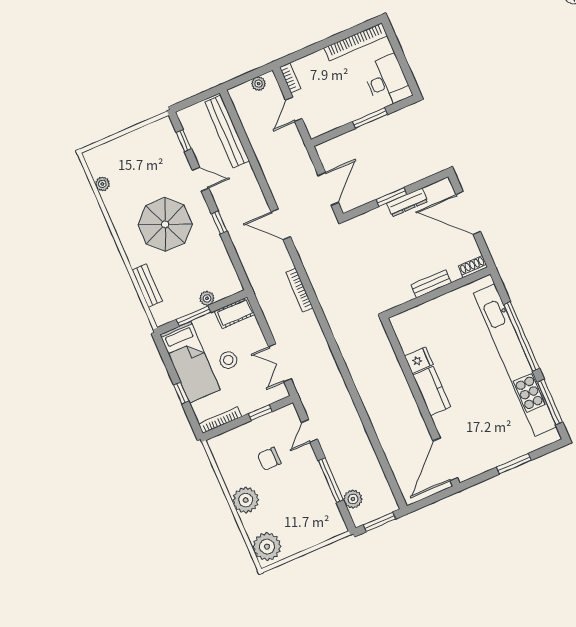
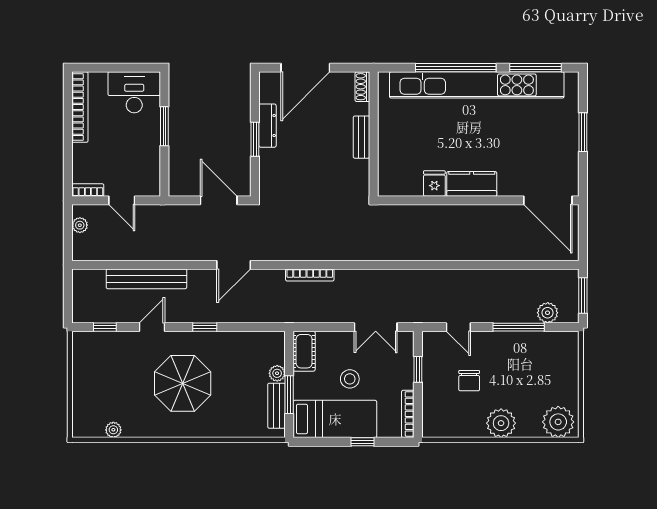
bench: (227, 131) -> (146, 279), moved
bench: (147, 286) -> (276, 406), moved, turned 90

